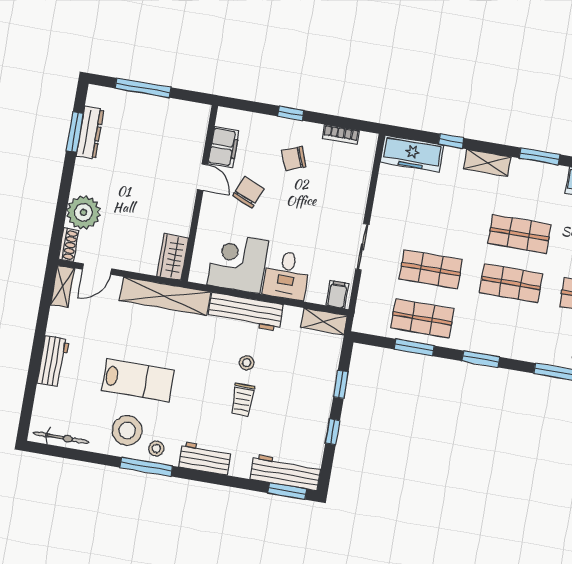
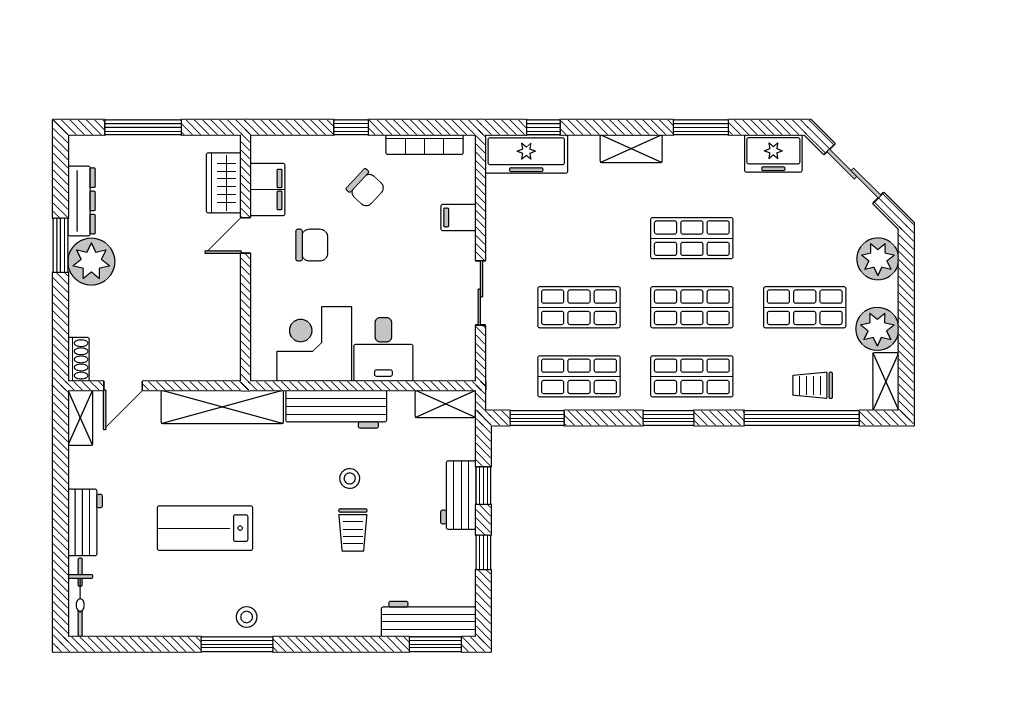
window: (75, 132) -> (60, 245), moved
bookcase: (341, 135) -> (425, 145), width x1.56
window: (451, 141) -> (543, 127), moved
chair: (294, 158) -> (366, 188), turned -116
door: (202, 177) -> (245, 235), swing flipped
chair: (248, 192) -> (312, 245), turned 67
plant: (83, 212) -> (91, 262), moved
wardrobe: (173, 257) -> (224, 183), moved
filing cabinet: (337, 295) -> (458, 217), moved, turned -90
shop shelf: (502, 332) -> (692, 376), added
window: (414, 347) -> (537, 418), moved
lab bench: (138, 380) -> (205, 528), turned 180
stool: (127, 431) -> (202, 599), removed
bicycle: (61, 438) -> (80, 597), moved, turned 90
workbench: (205, 459) -> (458, 495), moved, turned -90

